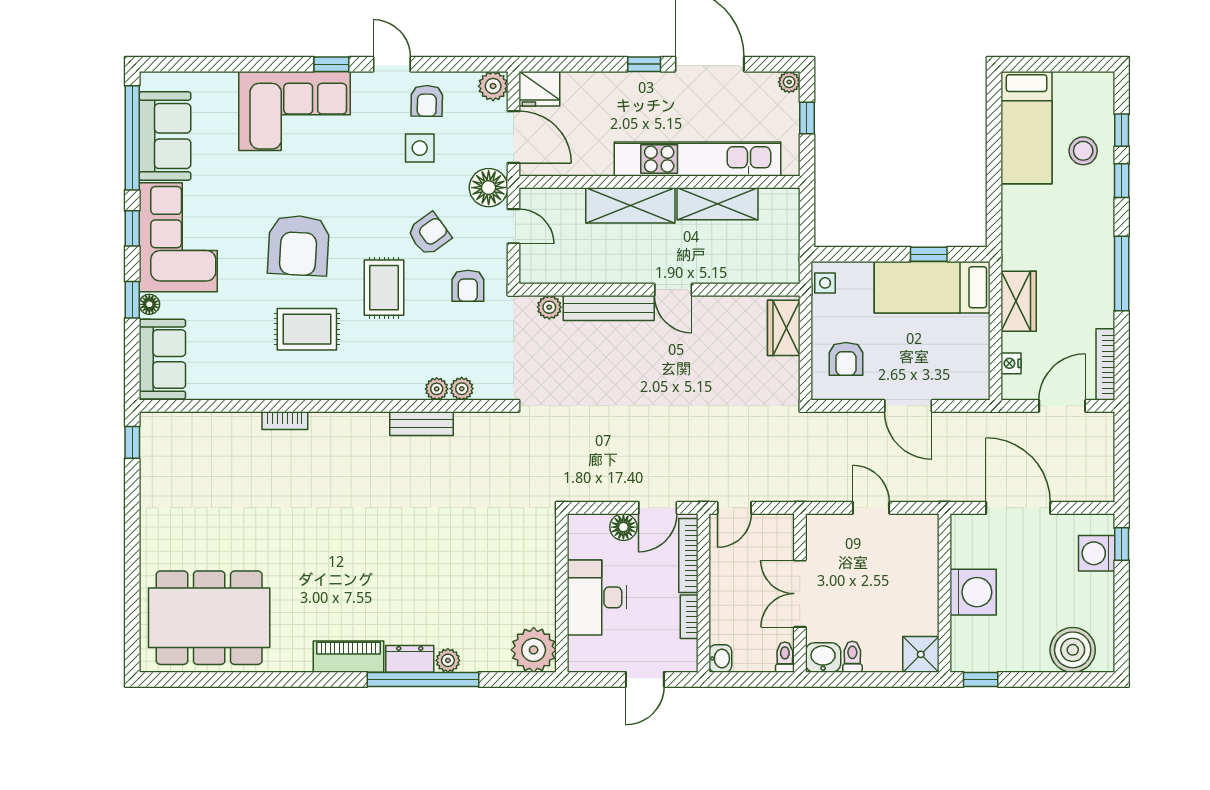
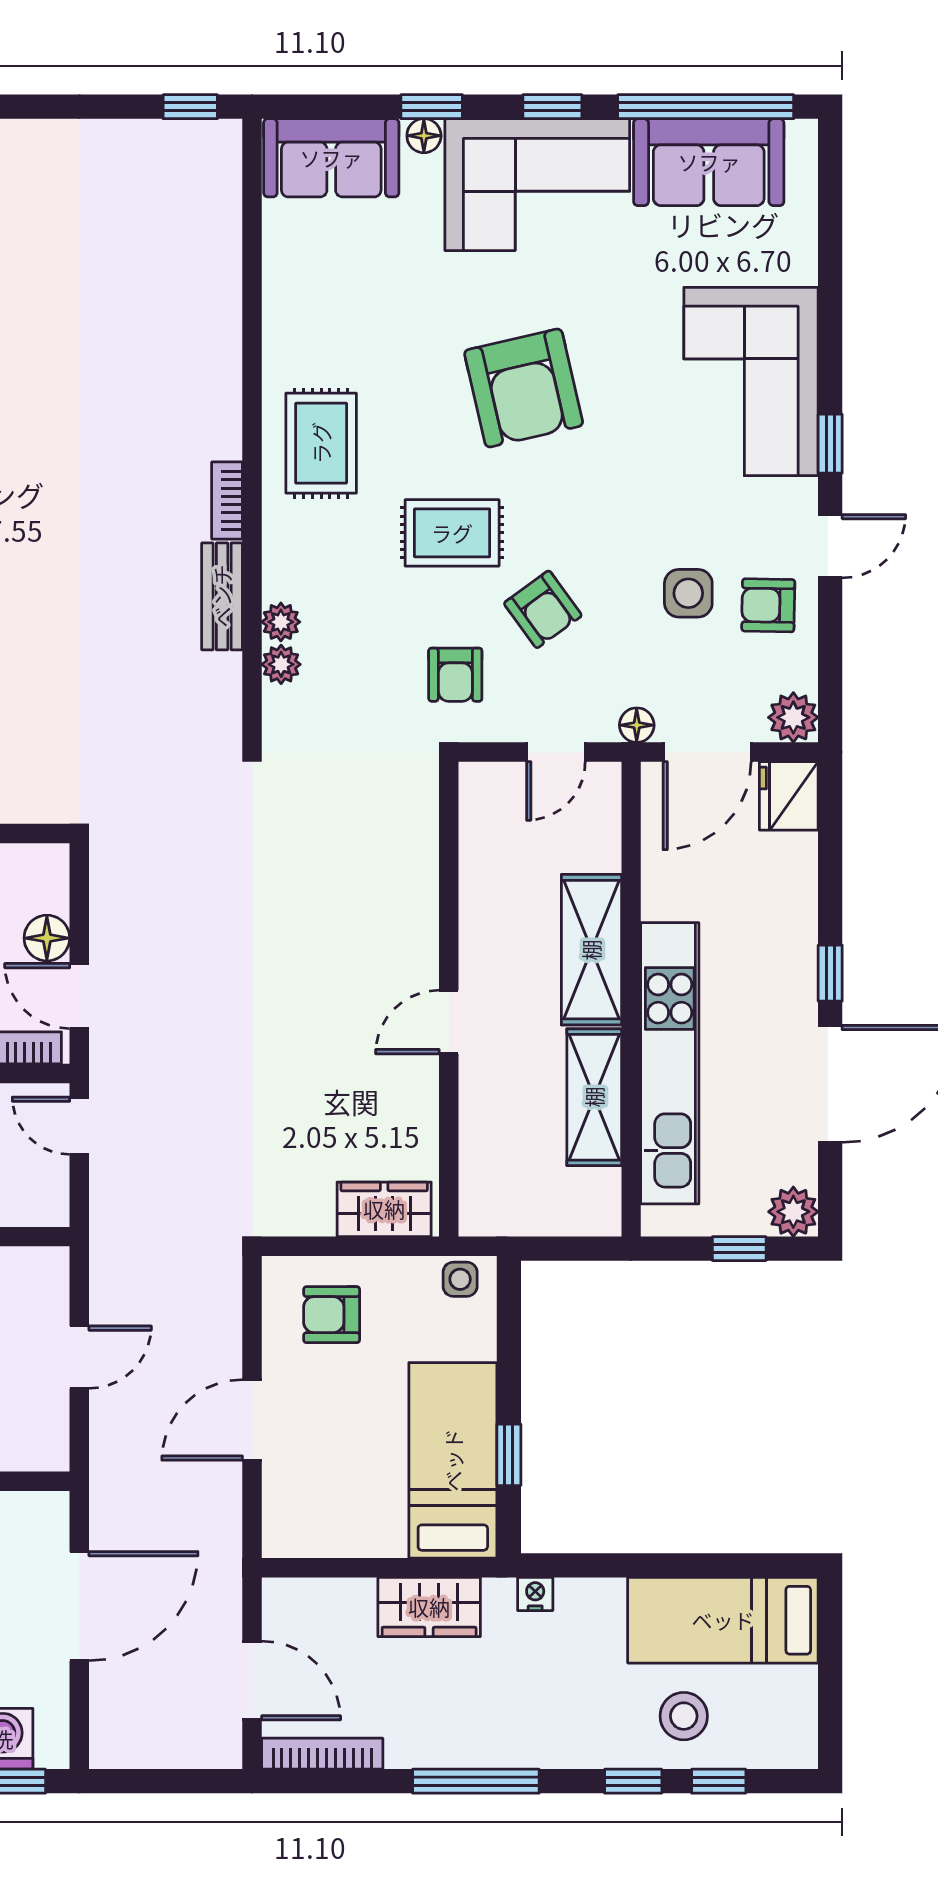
plant: (789, 82) -> (793, 1212), width x1.38, depth x1.38
floor lamp: (489, 188) -> (637, 725), width x0.53, depth x0.53
armchair: (298, 245) -> (524, 388), turned -106
armchair: (468, 286) -> (455, 675), turned -90
plant: (549, 307) -> (419, 812), removed
bench: (609, 308) -> (418, 913), removed
rug: (307, 329) -> (321, 443), moved
nightstand: (1011, 363) -> (535, 1594), moved
bookcase: (285, 421) -> (227, 501), moved

